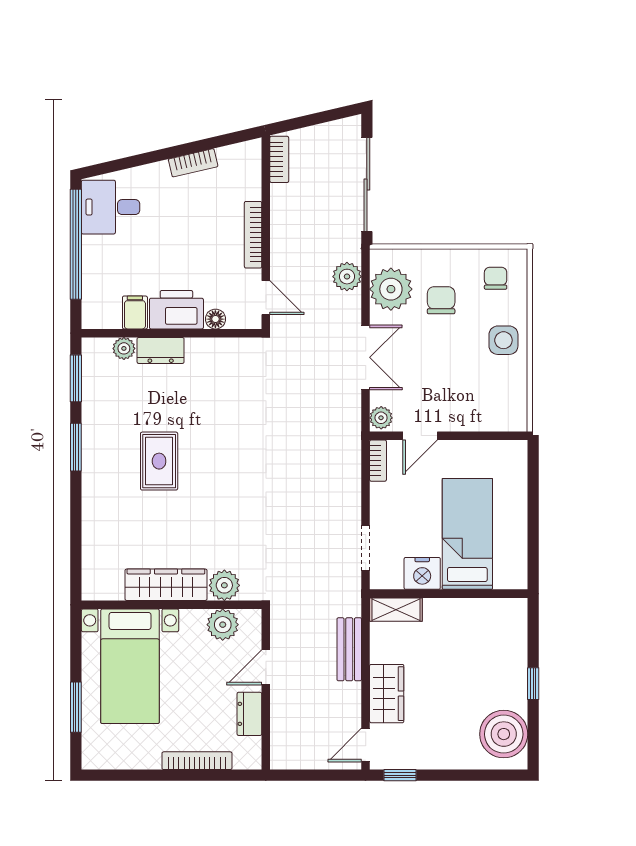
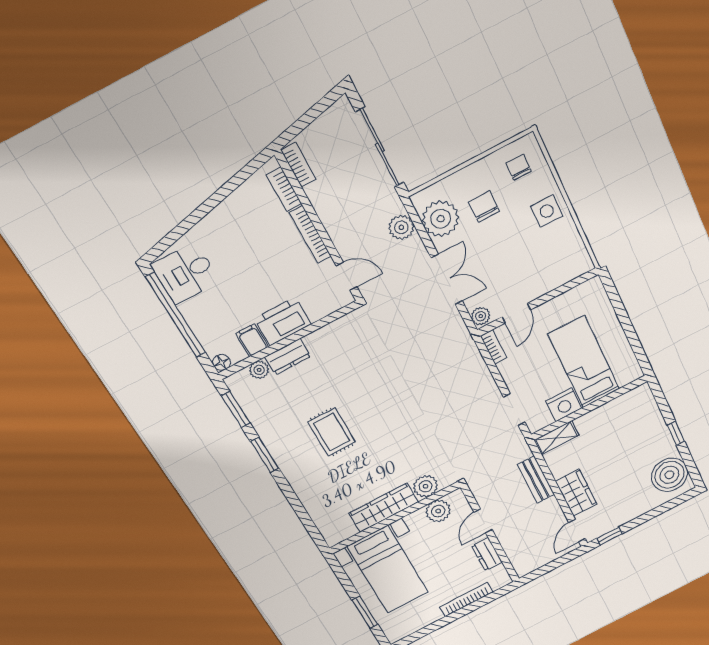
bookcase: (193, 163) -> (284, 189), moved, turned 103
floor lamp: (215, 319) -> (222, 362), moved

